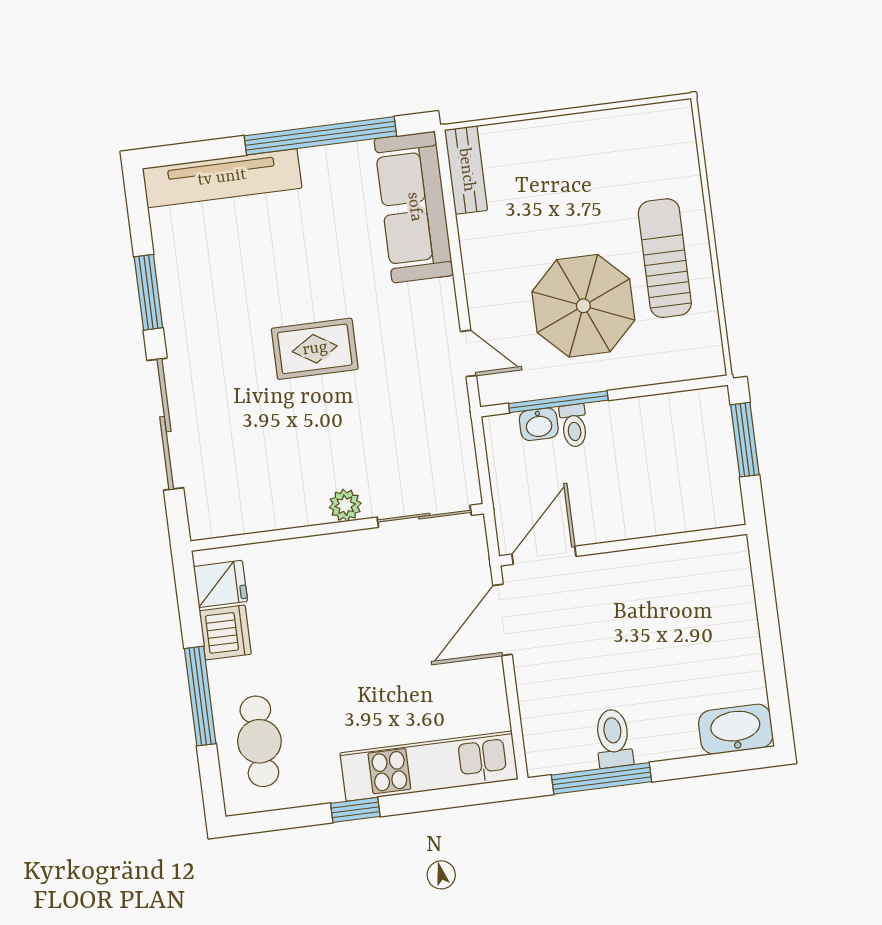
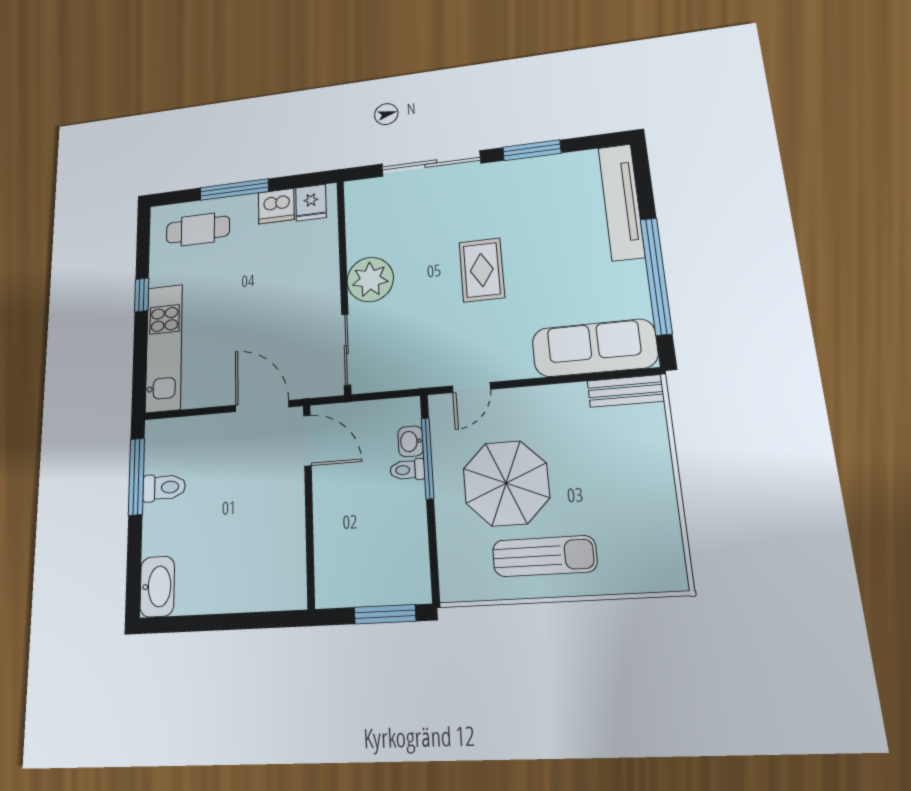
plant: (345, 505) -> (370, 279), width x1.88, depth x1.88

